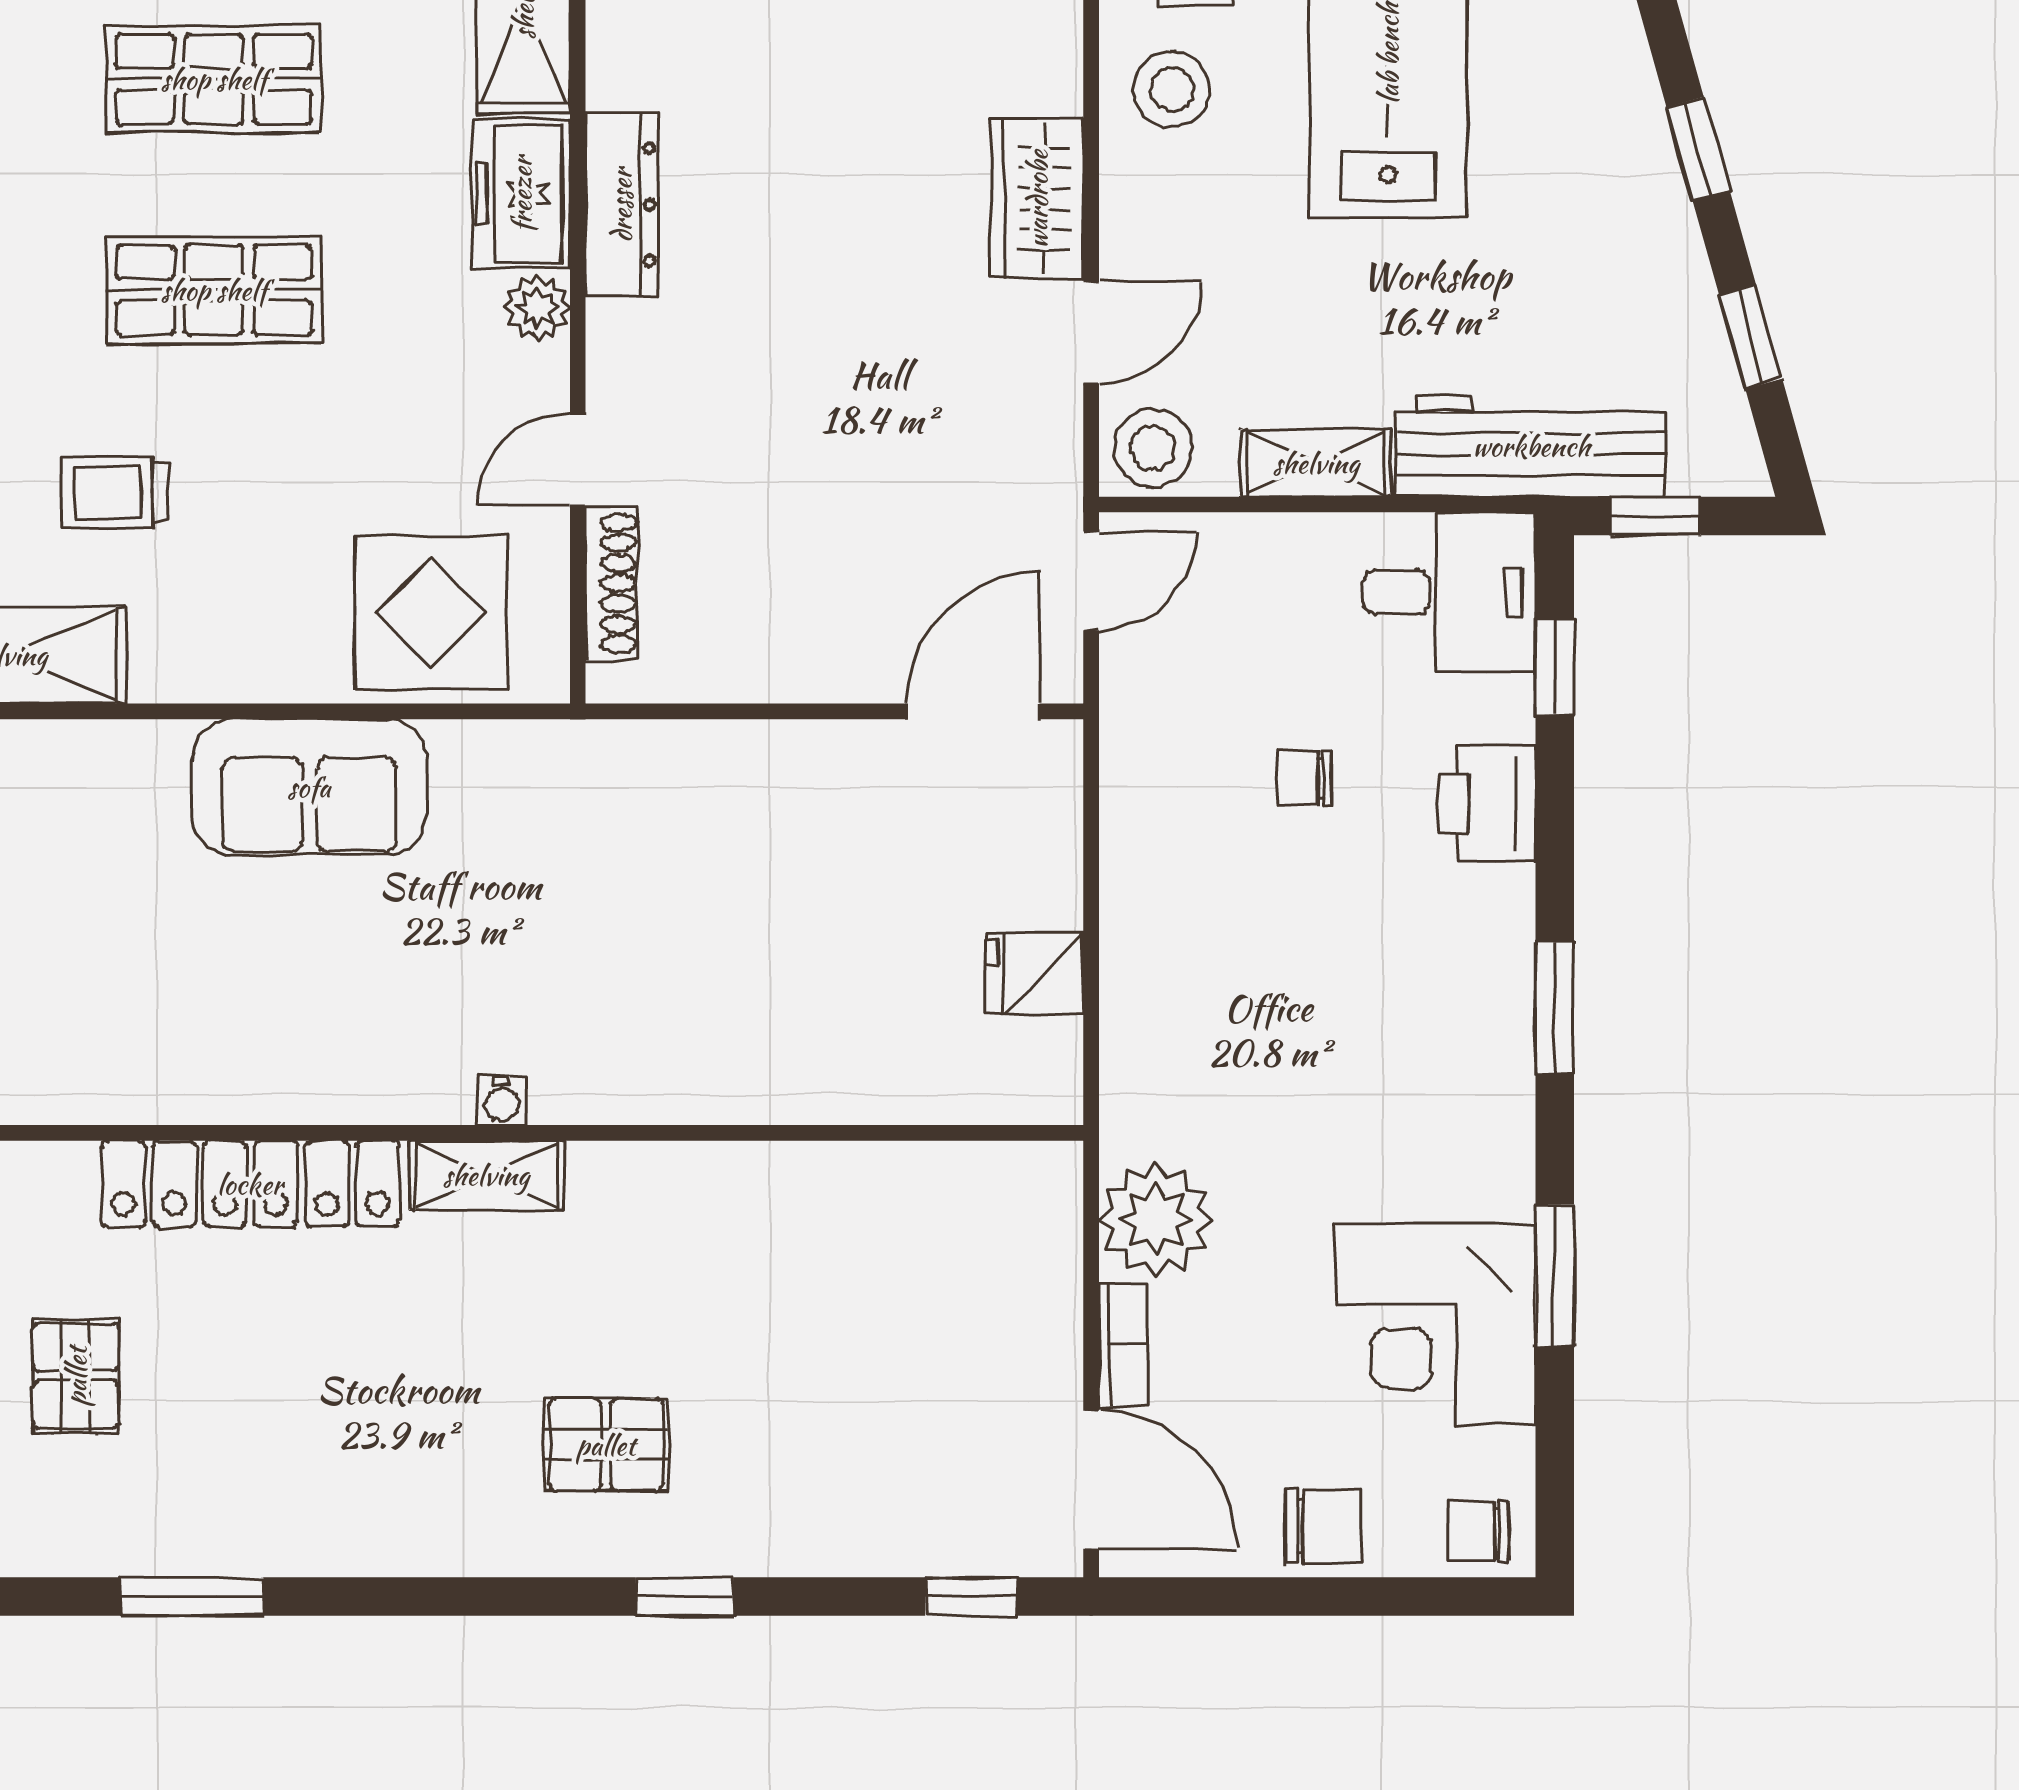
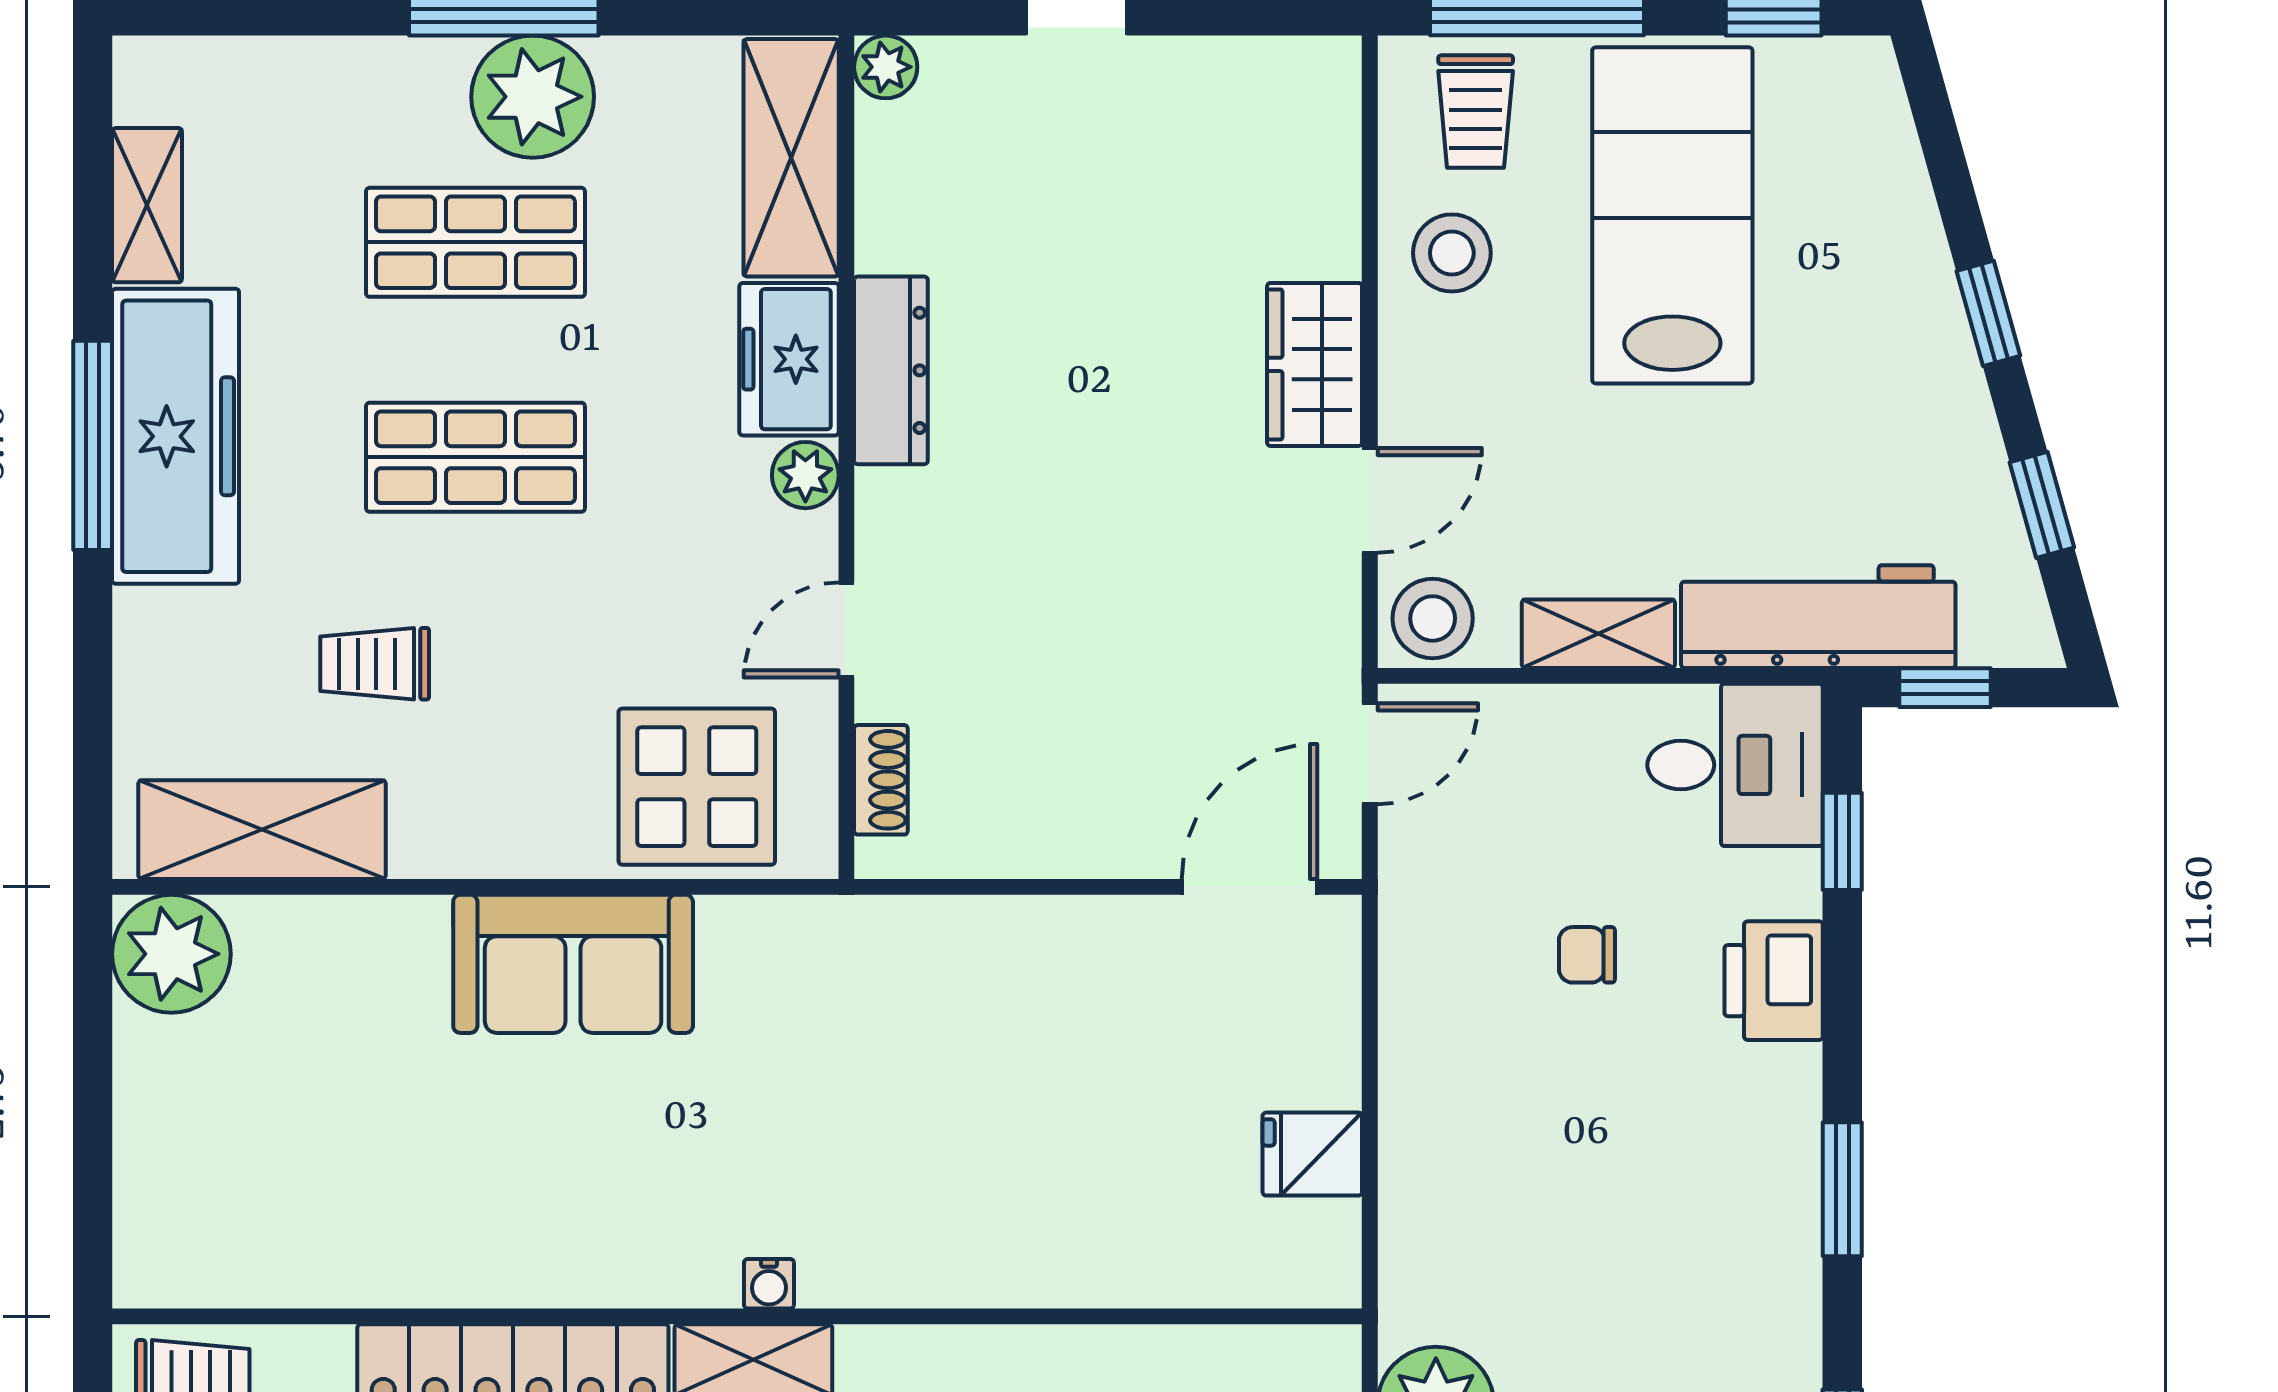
shoe rack: (612, 583) -> (881, 780), width x0.70

